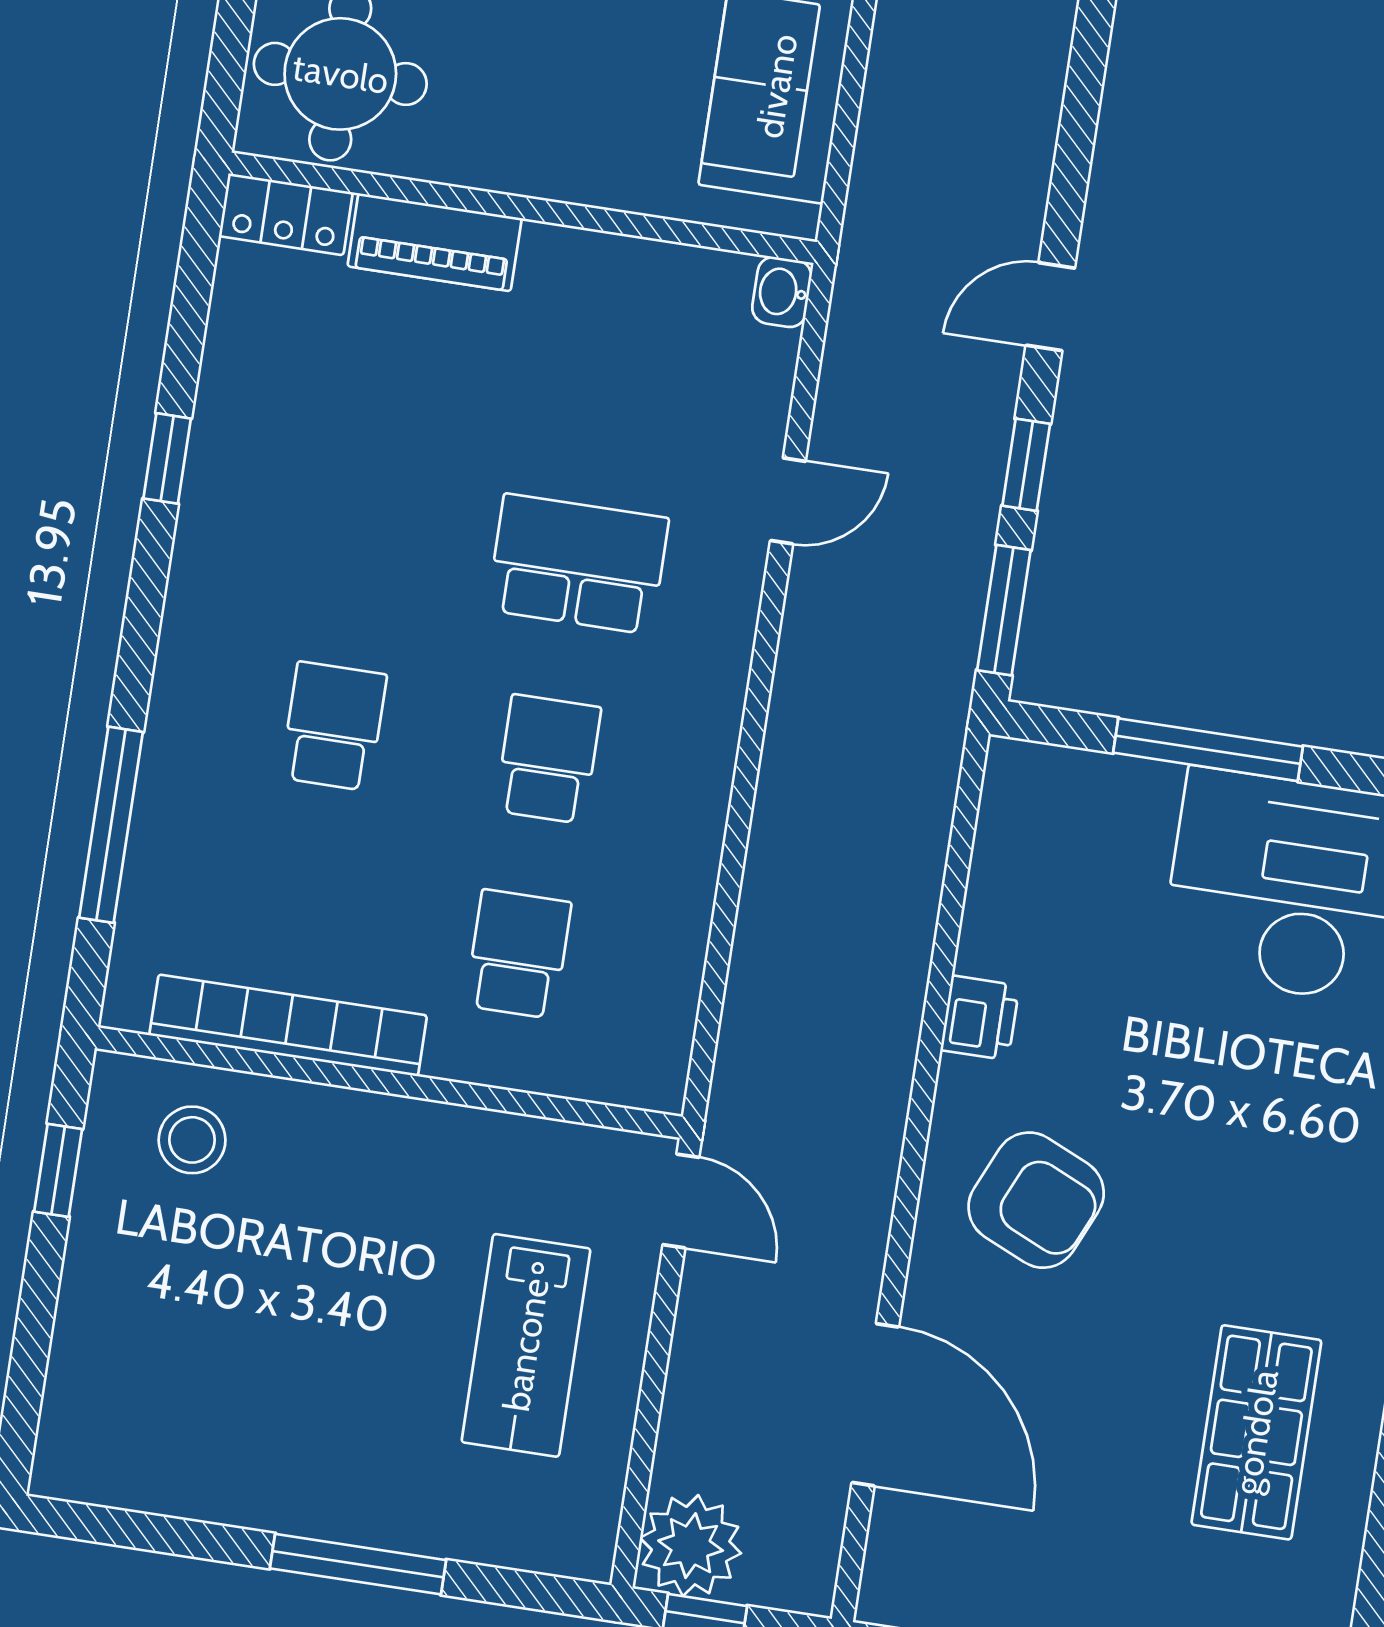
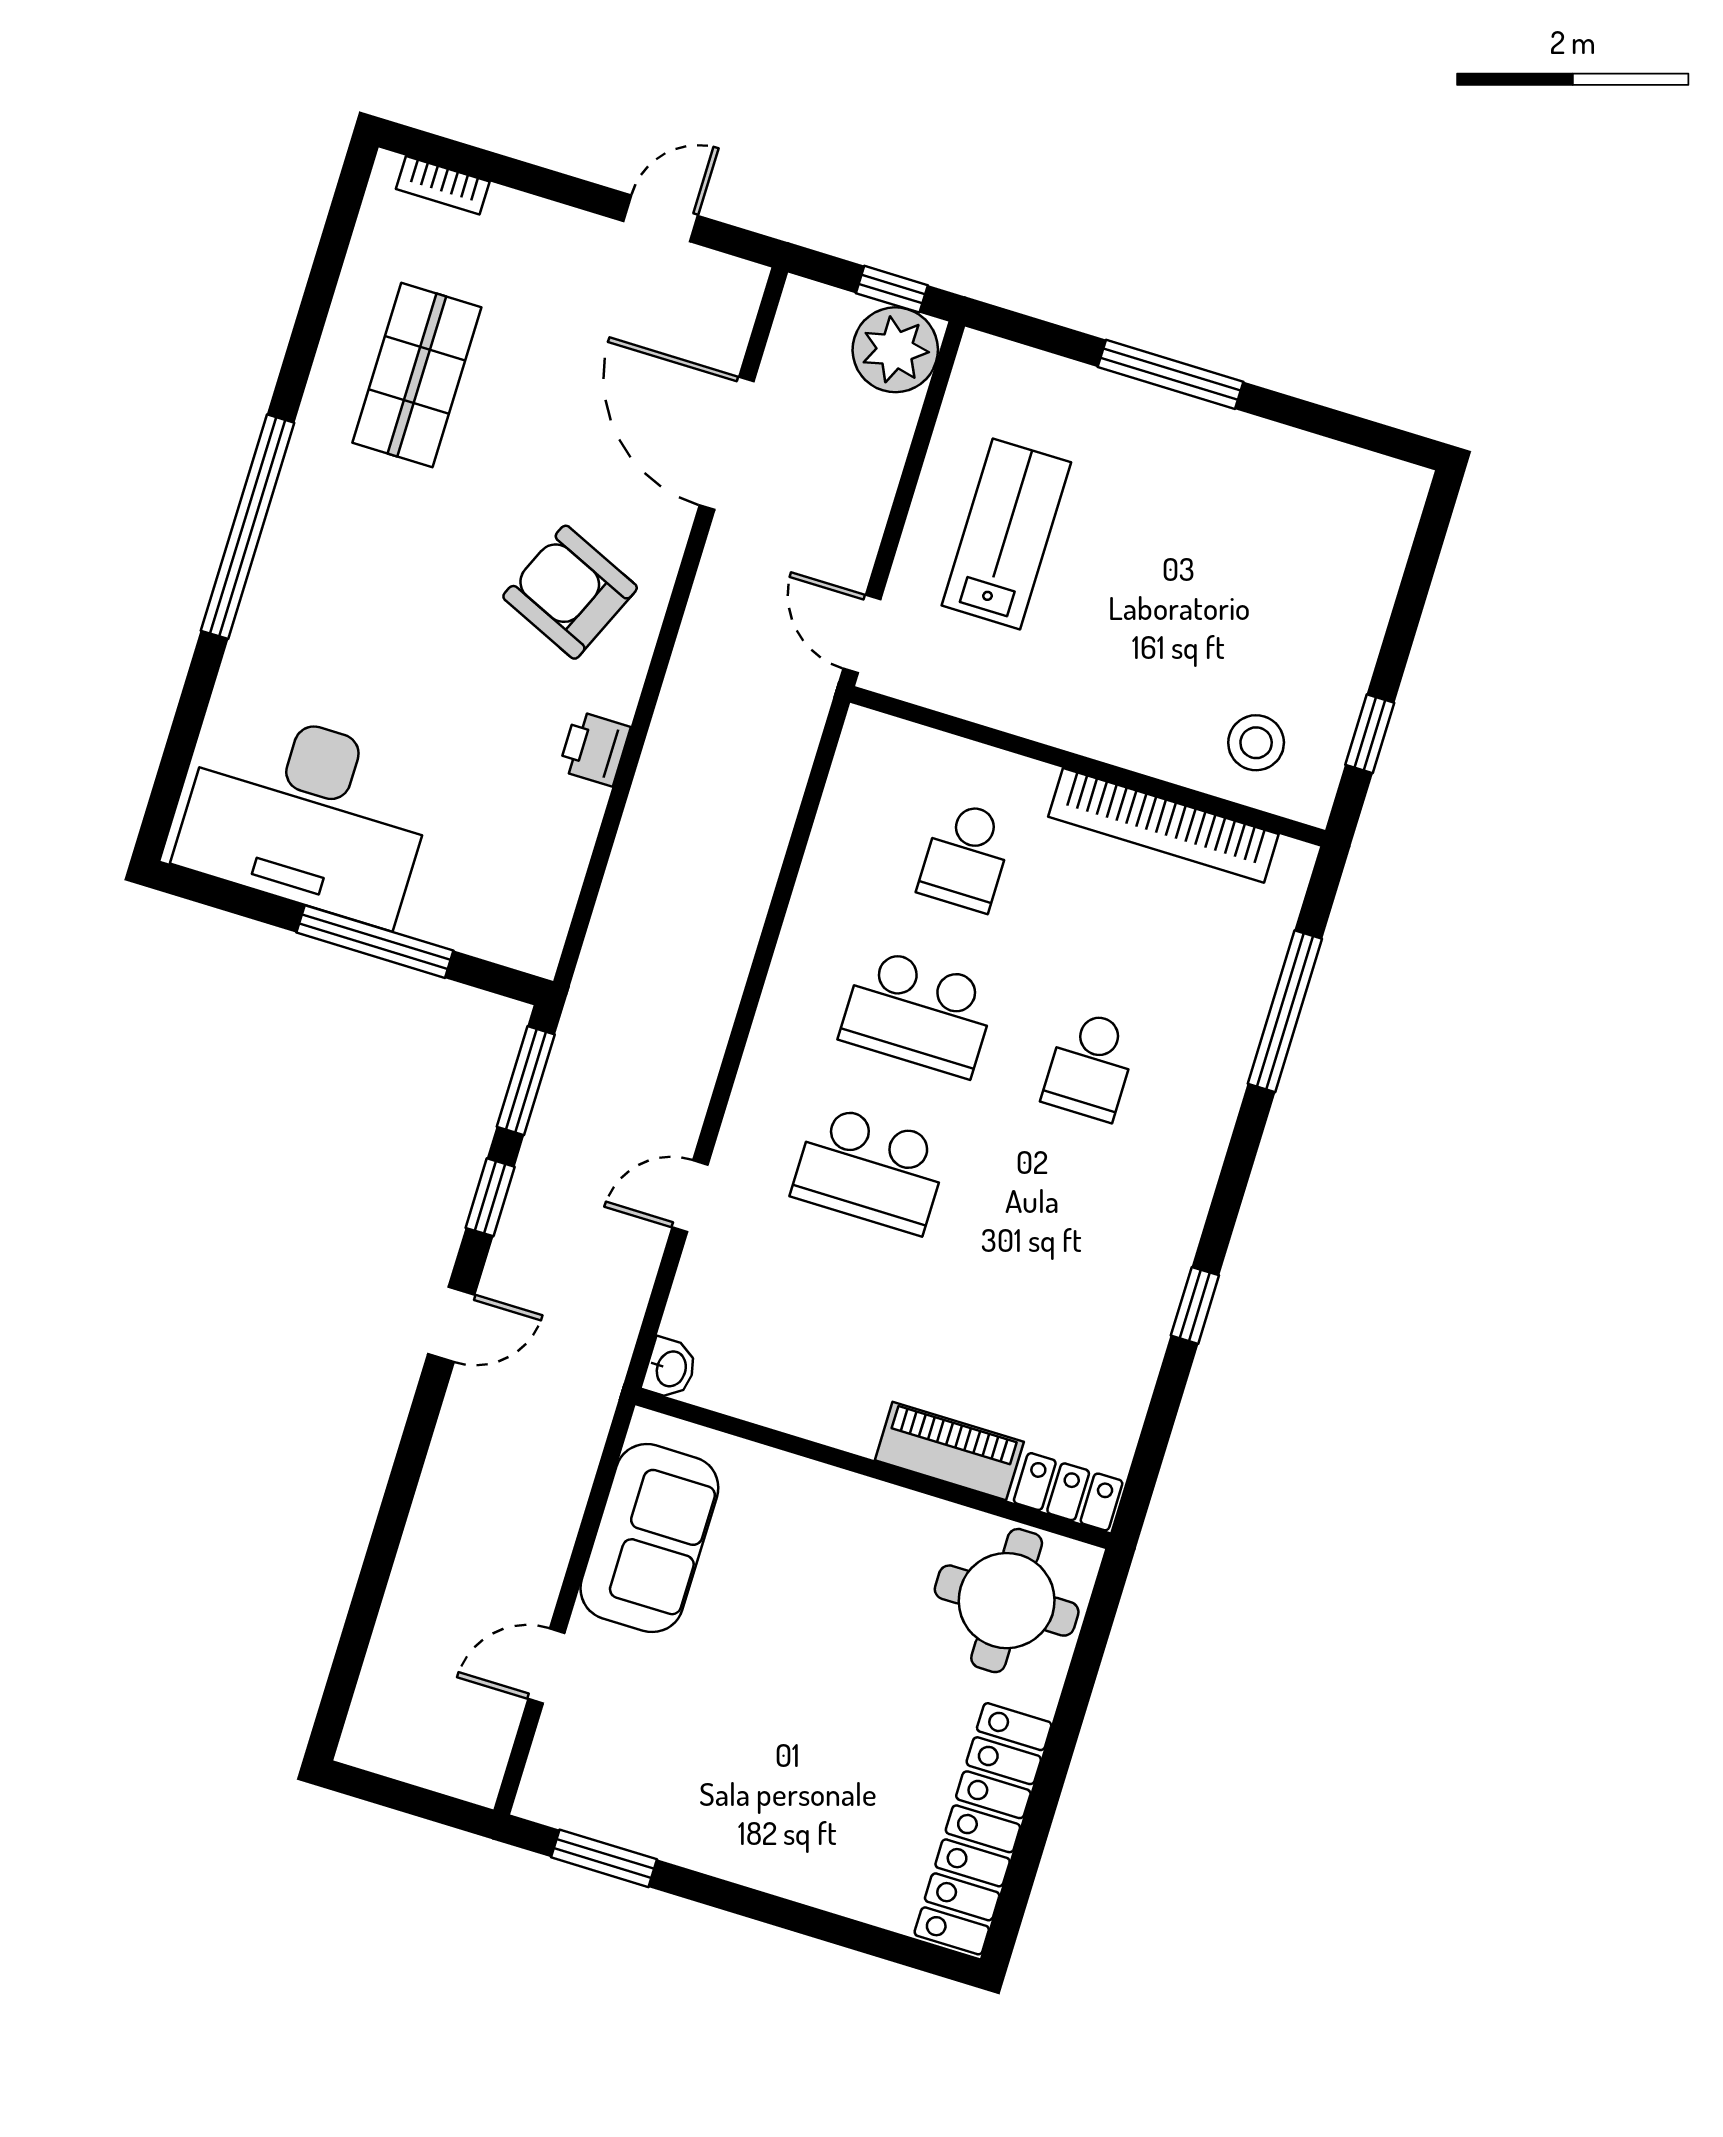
school desk: (548, 759) -> (918, 1013), width x1.85

